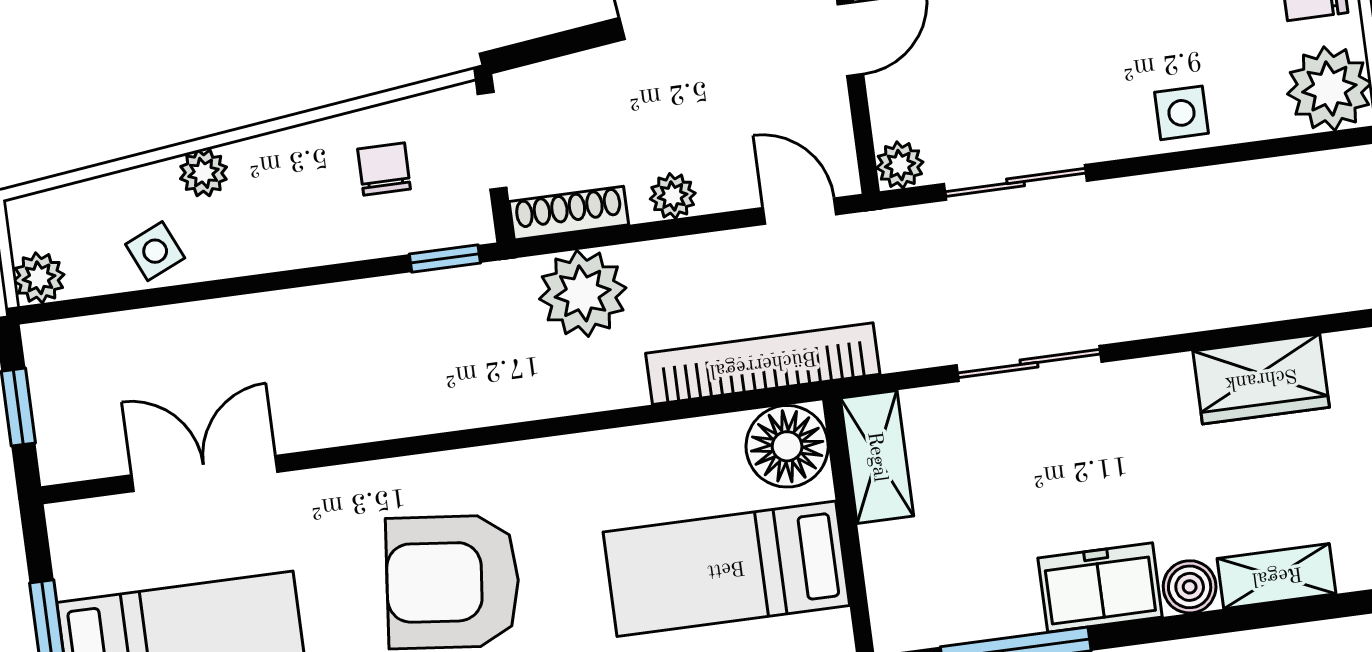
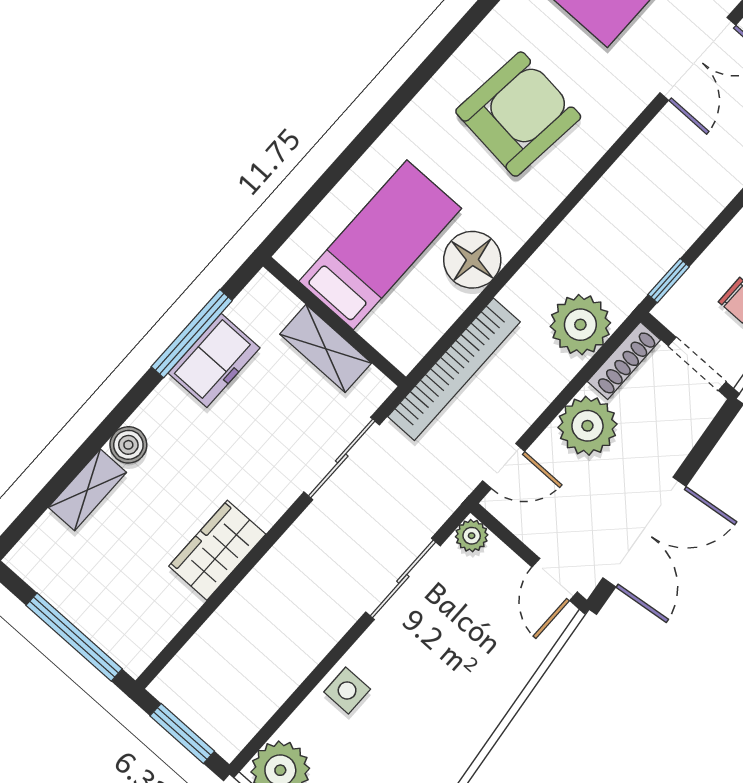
plant: (673, 196) -> (587, 426), width x1.88, depth x1.88
sliding door: (1029, 364) -> (342, 458), moved
wardrobe: (1261, 379) -> (217, 550), moved
floor lamp: (787, 446) -> (472, 260), moved
shelving: (877, 457) -> (326, 349), moved
freezer: (1100, 588) -> (214, 360), moved

